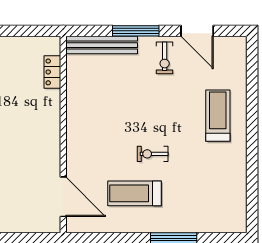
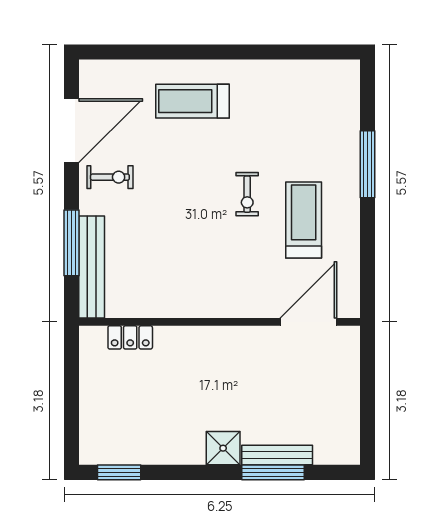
window: (136, 31) -> (72, 243), moved
door: (197, 31) -> (72, 131), width x1.36
treadmill: (135, 193) -> (304, 220), turned 180

